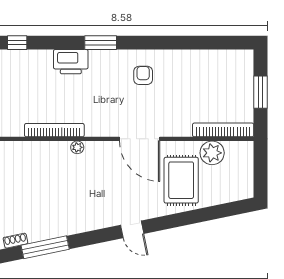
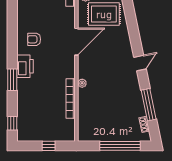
window: (101, 43) -> (12, 80), moved
printer: (71, 62) -> (25, 66), moved
door: (132, 229) -> (140, 63), moved

